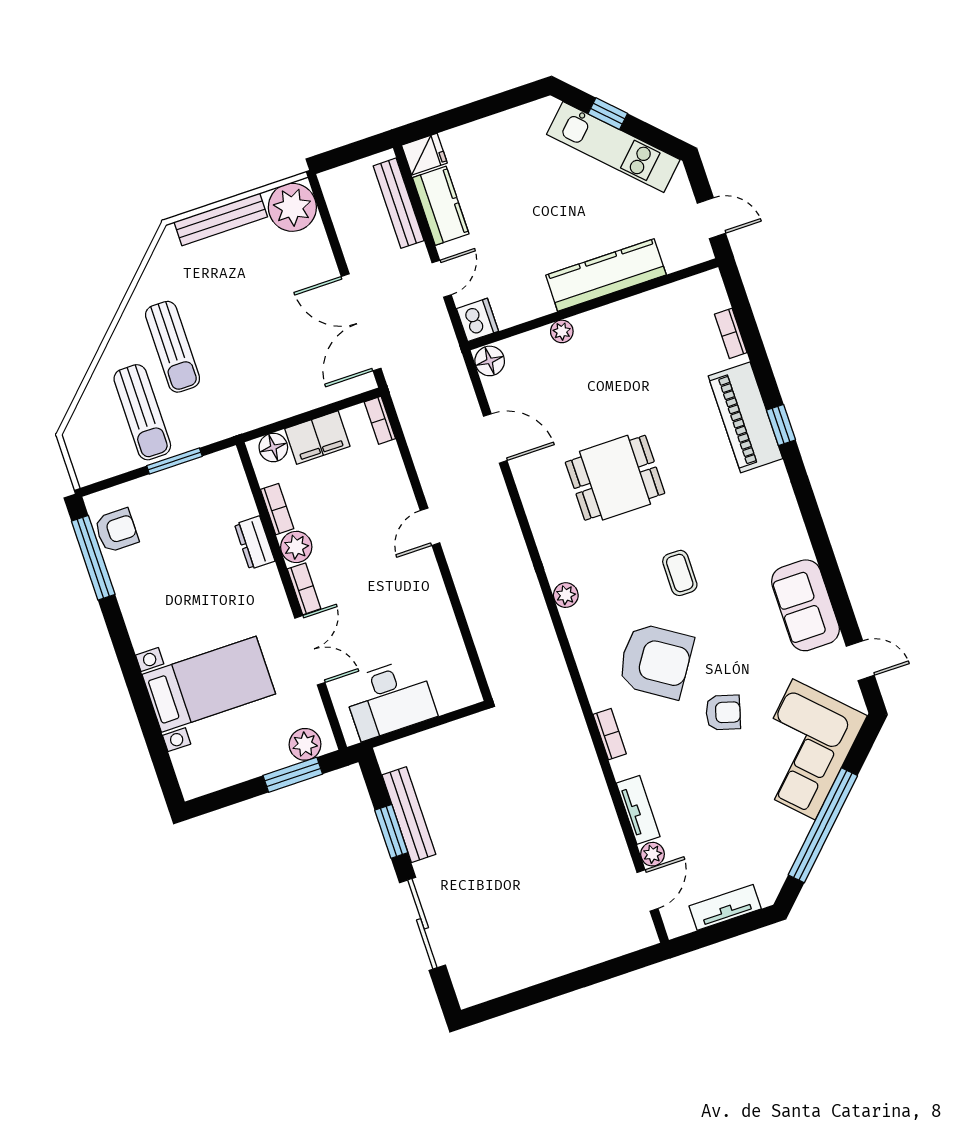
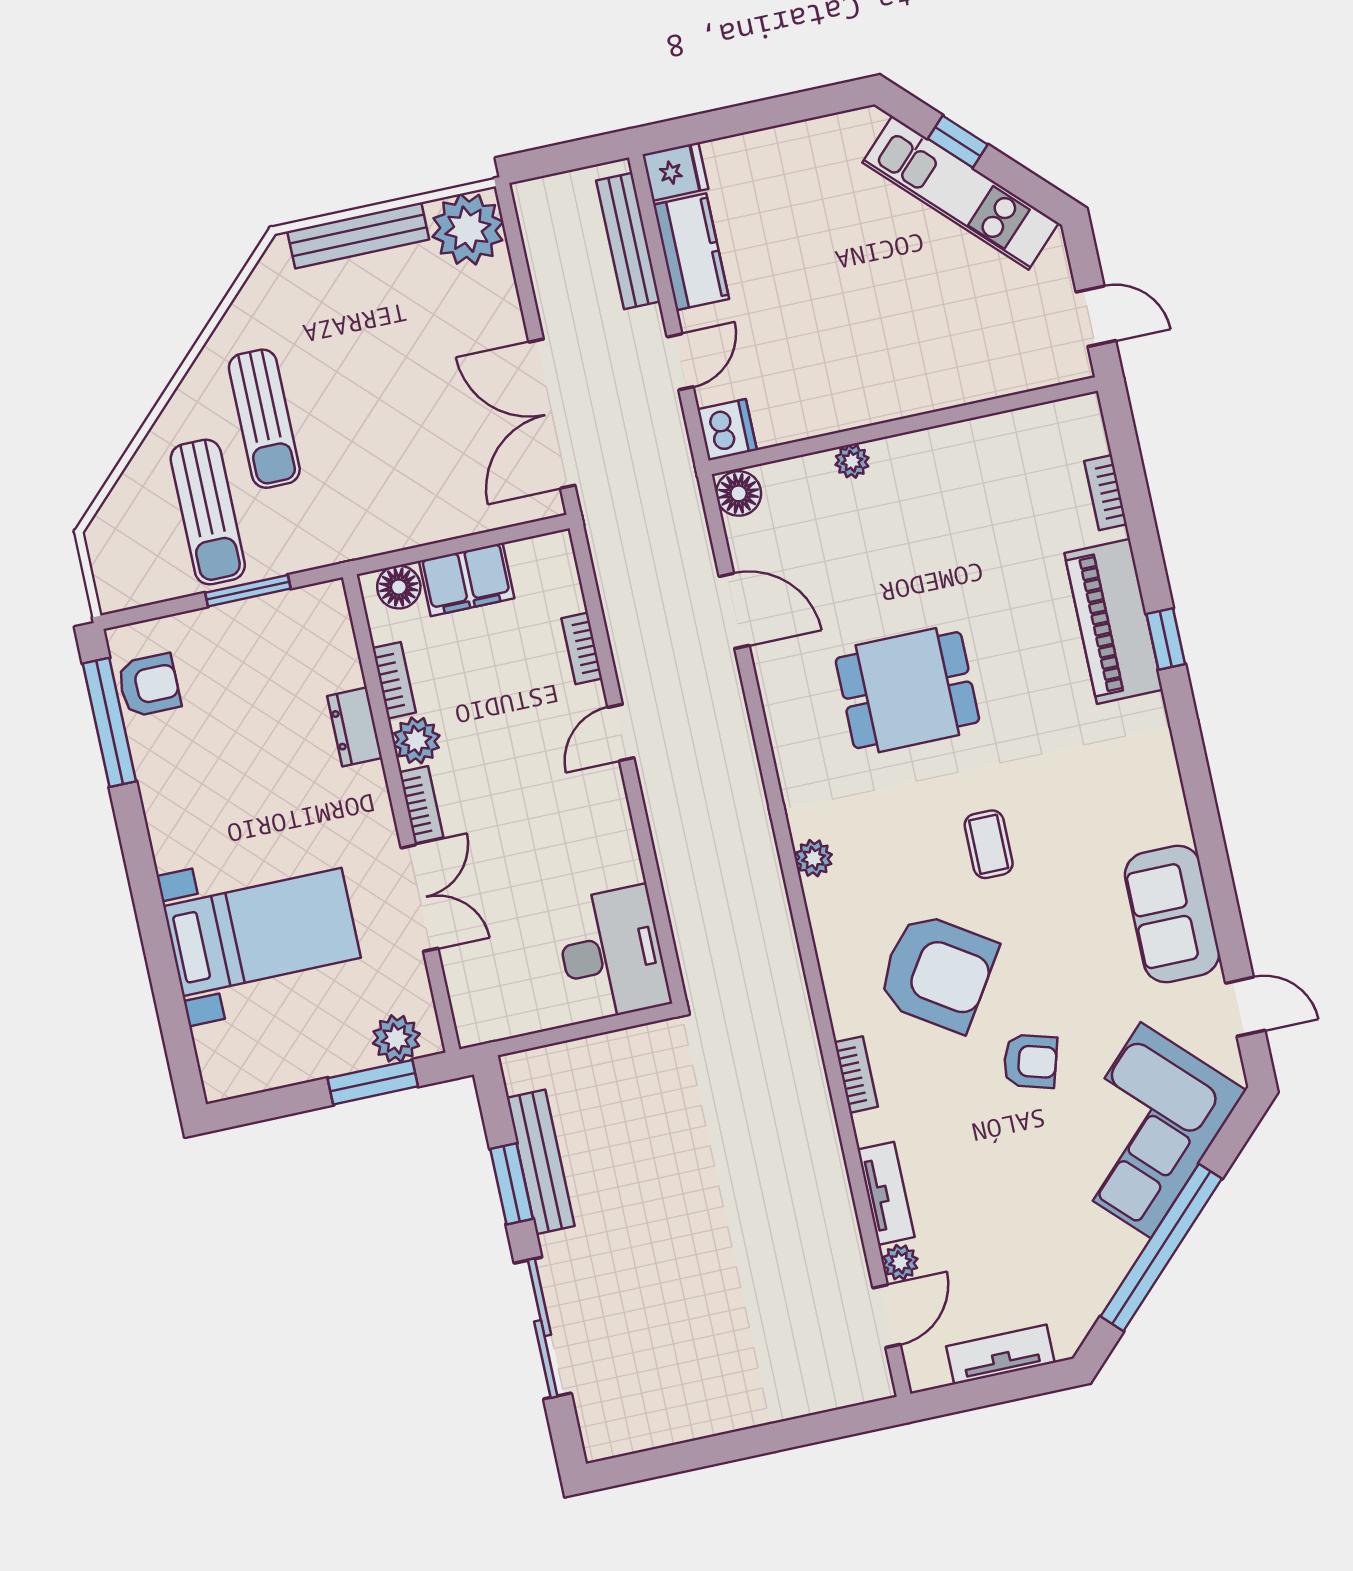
kitchen counter: (606, 275) -> (928, 384), removed
bookcase: (380, 420) -> (582, 648), moved
desk: (390, 699) -> (612, 953), moved, turned -90

